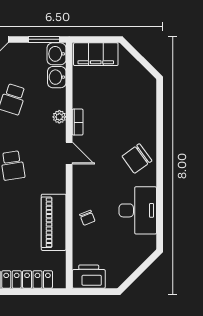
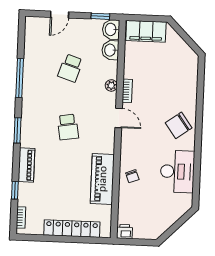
window: (44, 39) -> (100, 16), width x0.67
printer: (89, 277) -> (124, 232), width x0.53, depth x0.68

